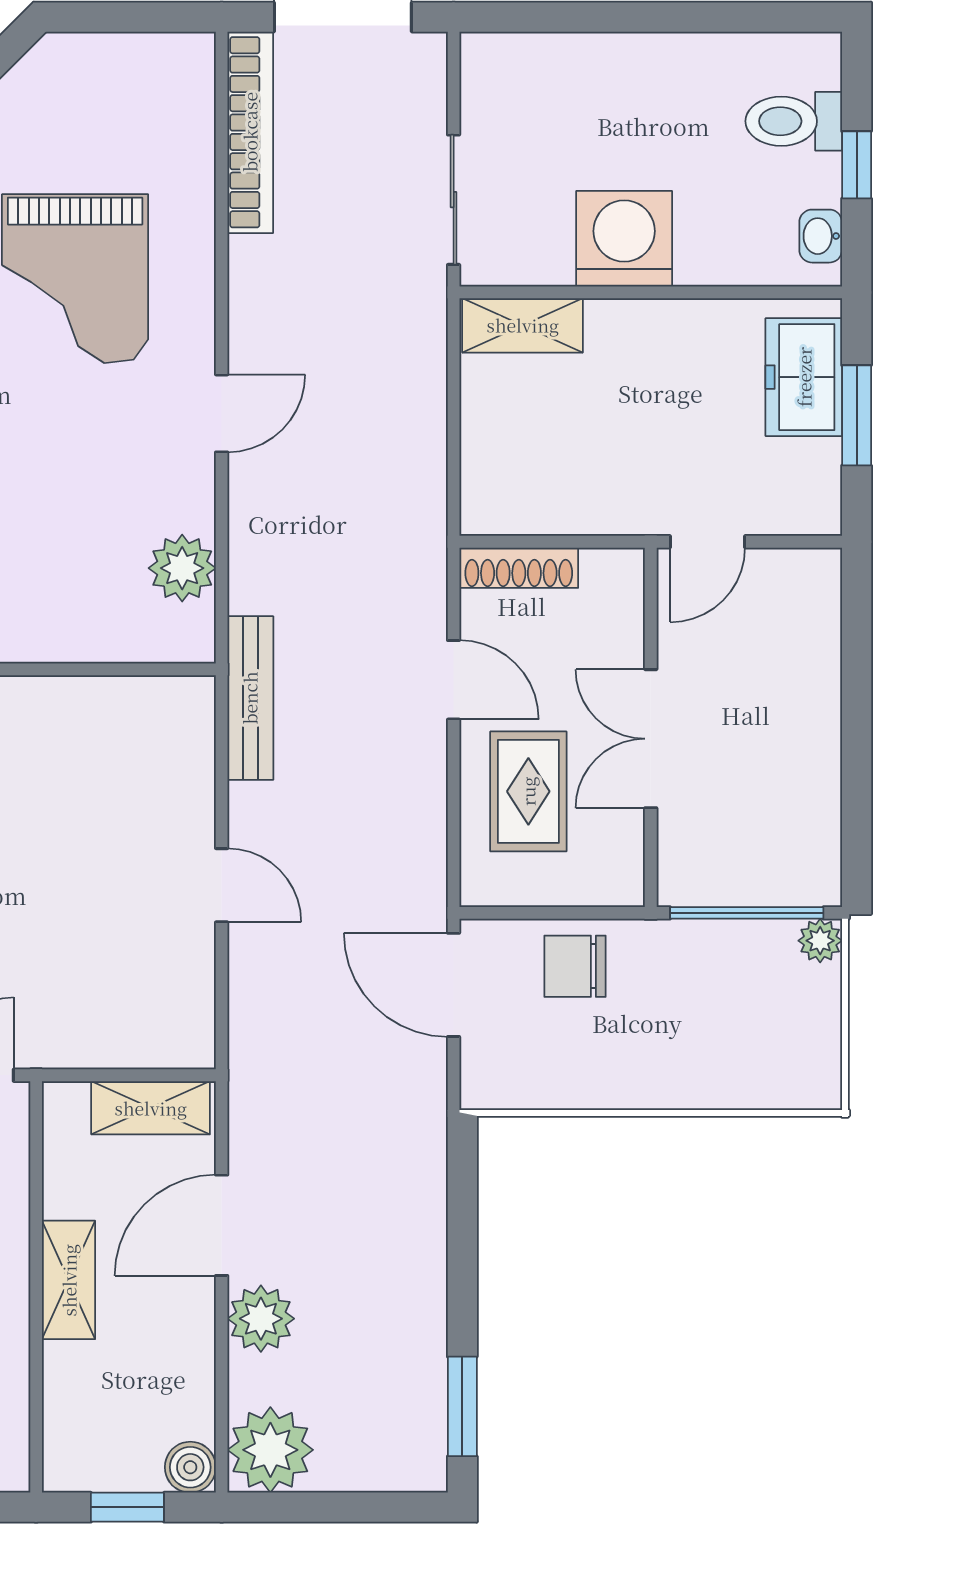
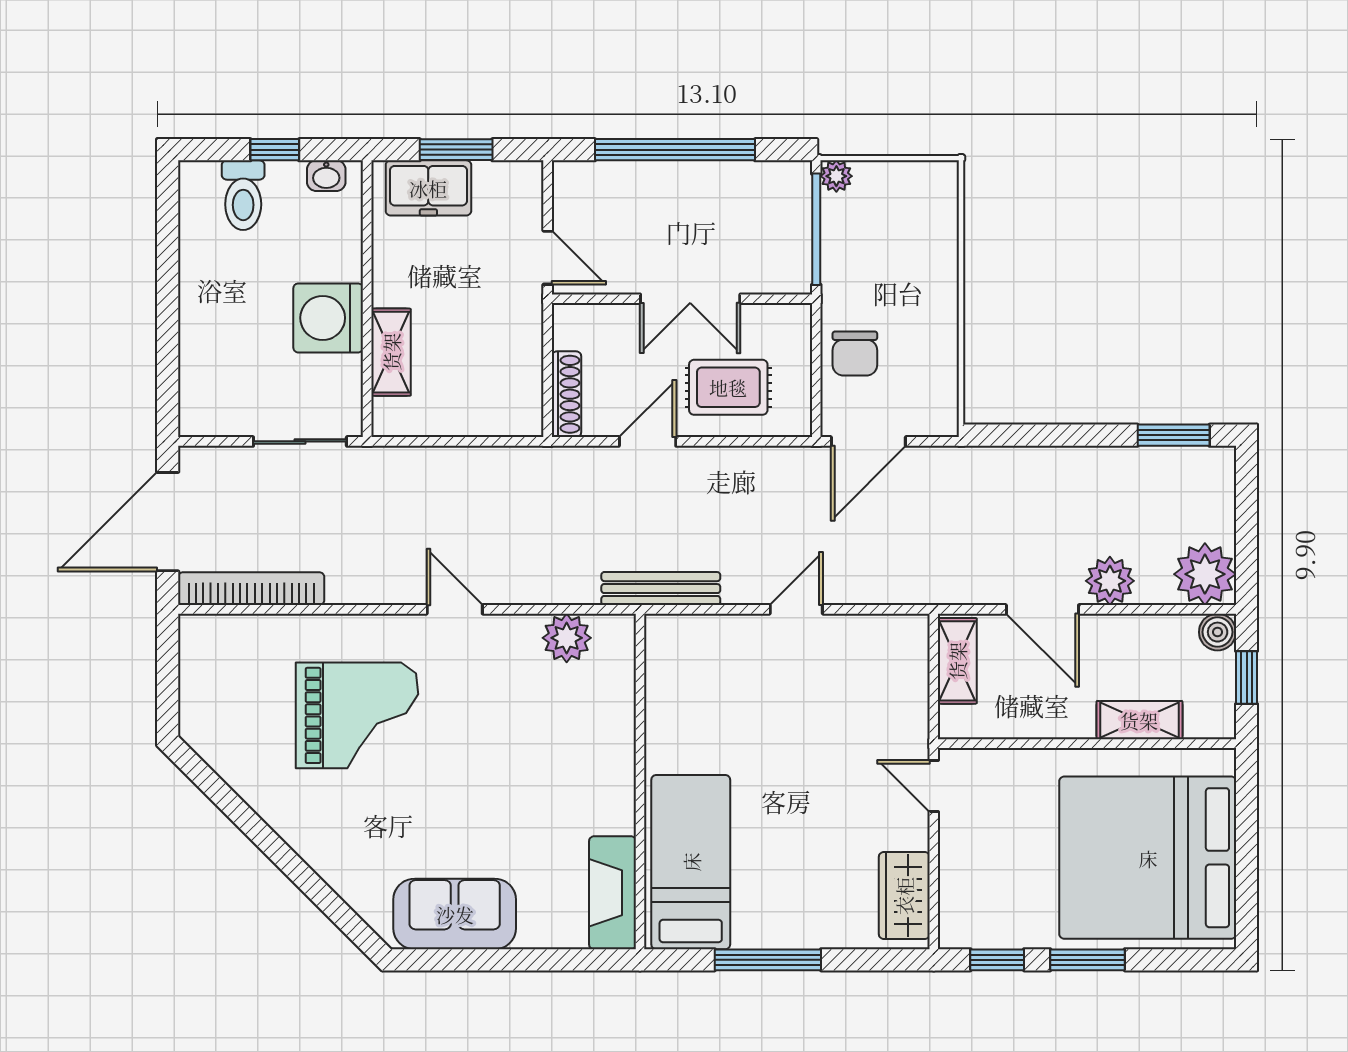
shelving: (523, 325) -> (391, 352), moved
window: (857, 718) -> (675, 150), added
shelving: (69, 1280) -> (1139, 720), moved

